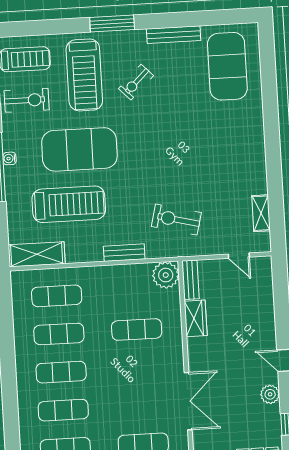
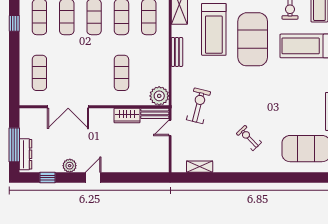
exercise bike: (136, 82) -> (249, 138), moved
bench: (124, 253) -> (177, 52), moved
door: (239, 256) -> (170, 128), moved

